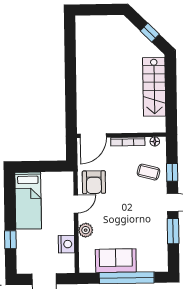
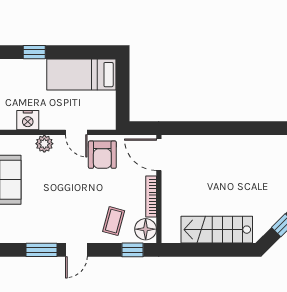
floor lamp: (155, 141) -> (146, 229), width x1.89, depth x1.89
window: (172, 172) -> (133, 250), moved
armchair: (94, 182) -> (102, 155), turned -90

